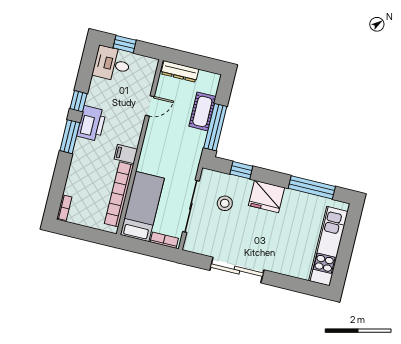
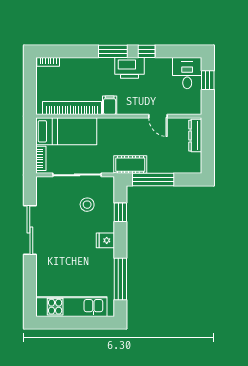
cot: (202, 111) -> (130, 165), moved
fridge: (266, 197) -> (105, 240), width x0.53, depth x0.75

